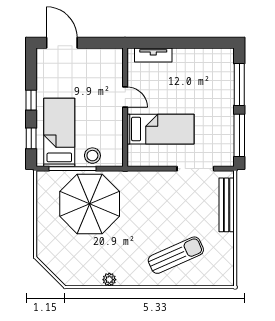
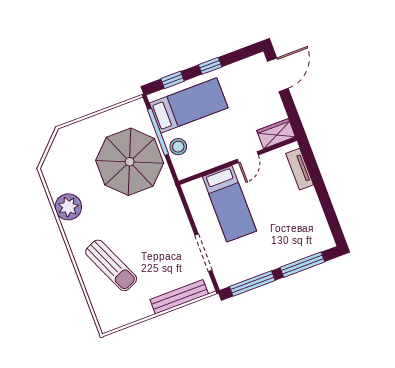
wardrobe: (114, 64) -> (276, 134), added
plant: (109, 280) -> (68, 207), width x1.87, depth x1.87

